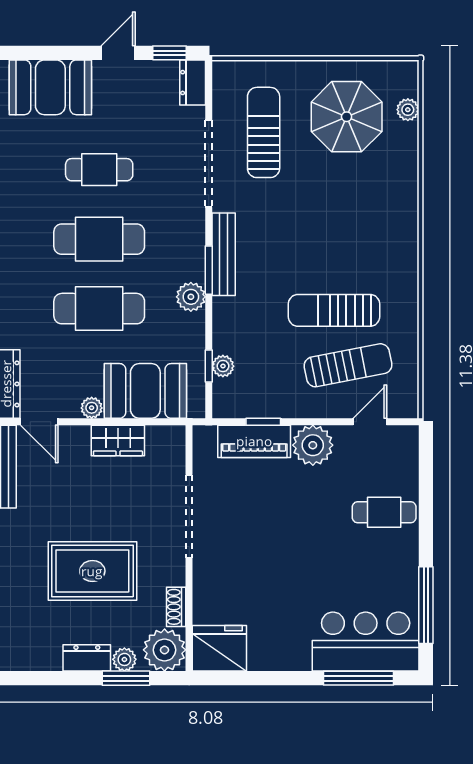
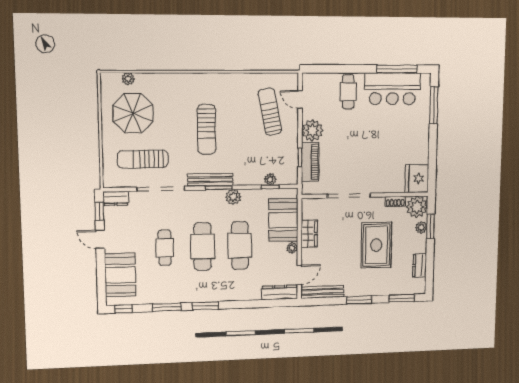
sun lounger: (334, 310) -> (206, 129), moved
bar counter: (366, 642) -> (392, 89), moved, turned -90
dresser: (87, 658) -> (420, 265), moved

